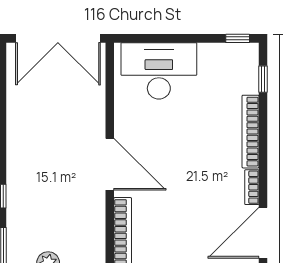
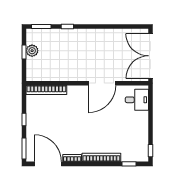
desk: (159, 71) -> (137, 100), width x0.53, depth x0.77
door: (110, 164) -> (102, 83), moved

